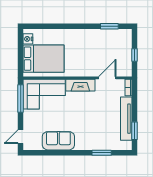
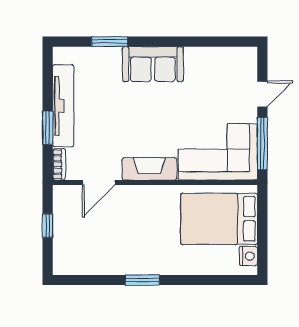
window: (109, 26) -> (142, 280), moved
window: (134, 131) -> (48, 128), moved
door: (21, 137) -> (262, 94), moved
sofa: (58, 141) -> (153, 64), moved

